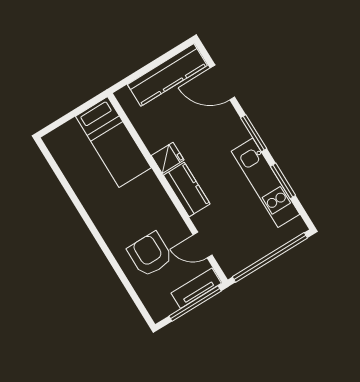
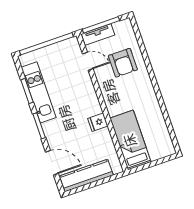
kitchen counter: (187, 190) -> (90, 99), removed

